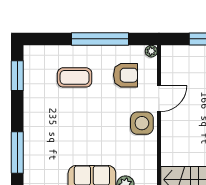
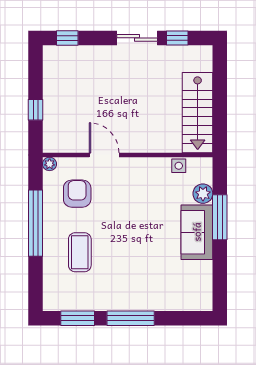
side table: (142, 123) -> (179, 166), moved, width x0.54, depth x0.54
window: (17, 153) -> (131, 318), moved

